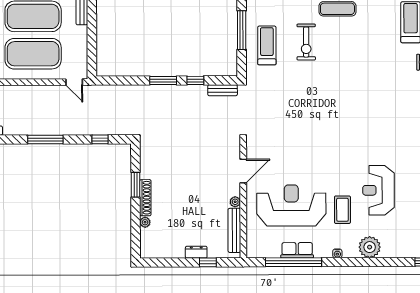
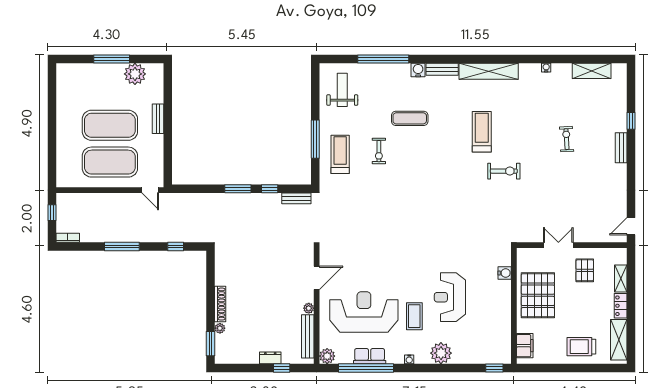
exercise bike: (306, 42) -> (379, 151), width x0.73, depth x0.72
window: (135, 185) -> (211, 344), moved
plant: (254, 250) -> (327, 356), added

